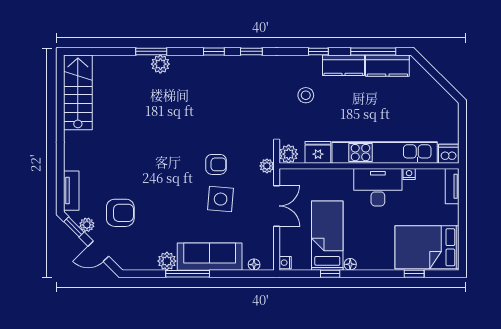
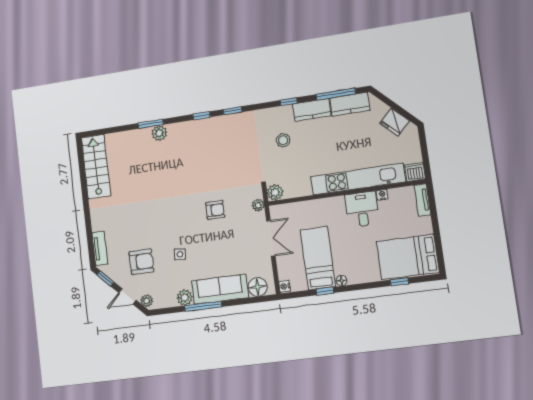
fridge: (318, 152) -> (395, 122), moved, turned -135
desk: (378, 187) -> (362, 209), width x0.73
side table: (221, 199) -> (180, 254), moved, width x0.54, depth x0.54
plant: (87, 225) -> (147, 301), moved
floor lamp: (254, 265) -> (258, 287), width x1.89, depth x1.89

